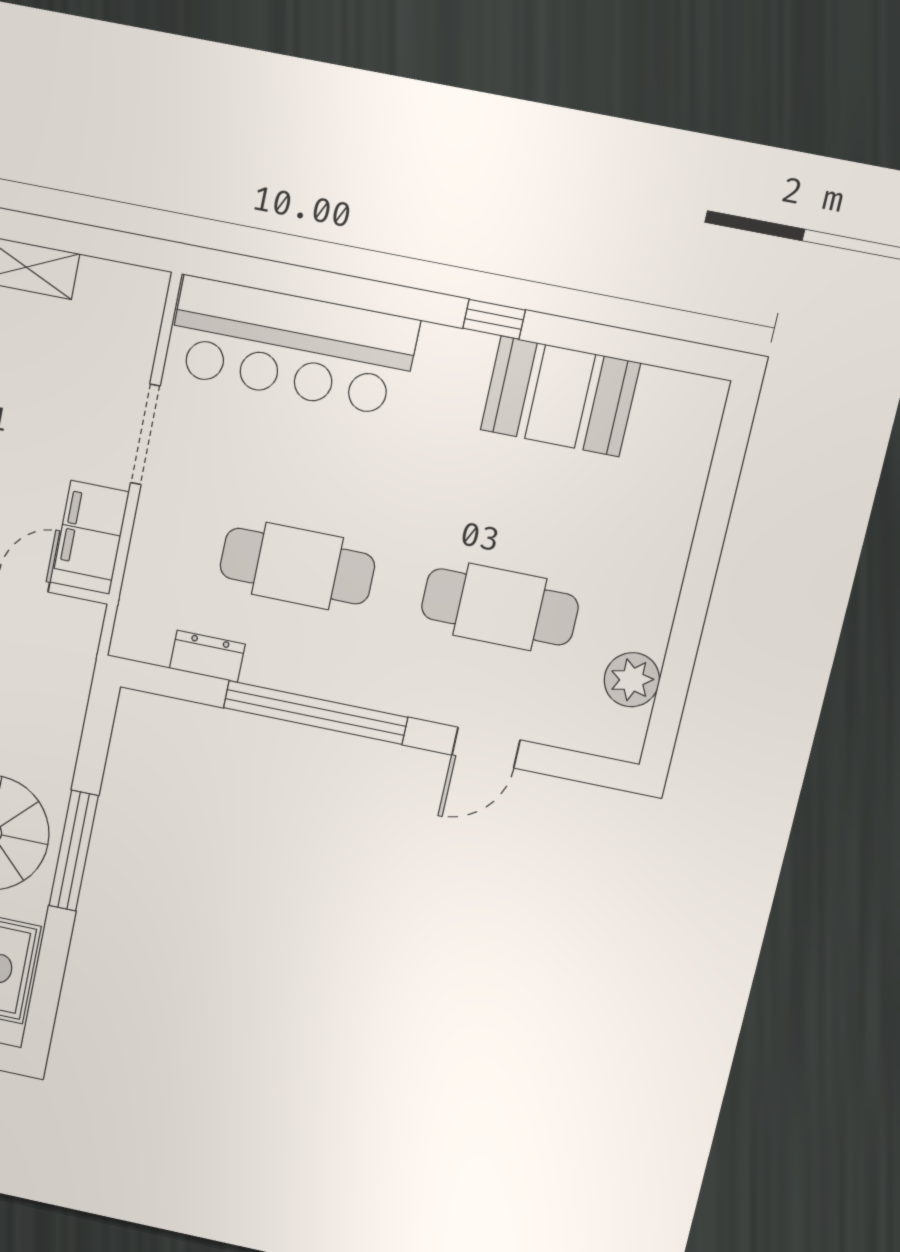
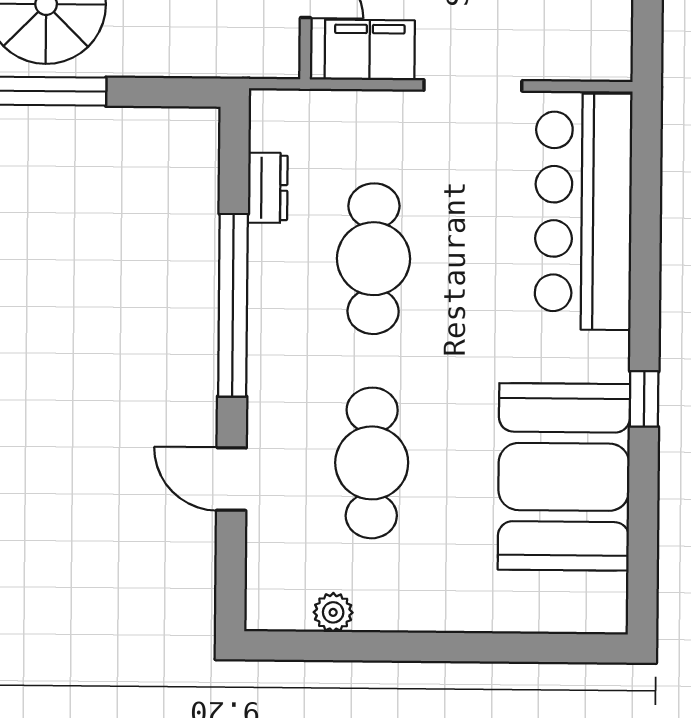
booth: (560, 396) -> (564, 477), width x1.36, depth x1.42
plant: (632, 680) -> (333, 612), width x0.73, depth x0.73

